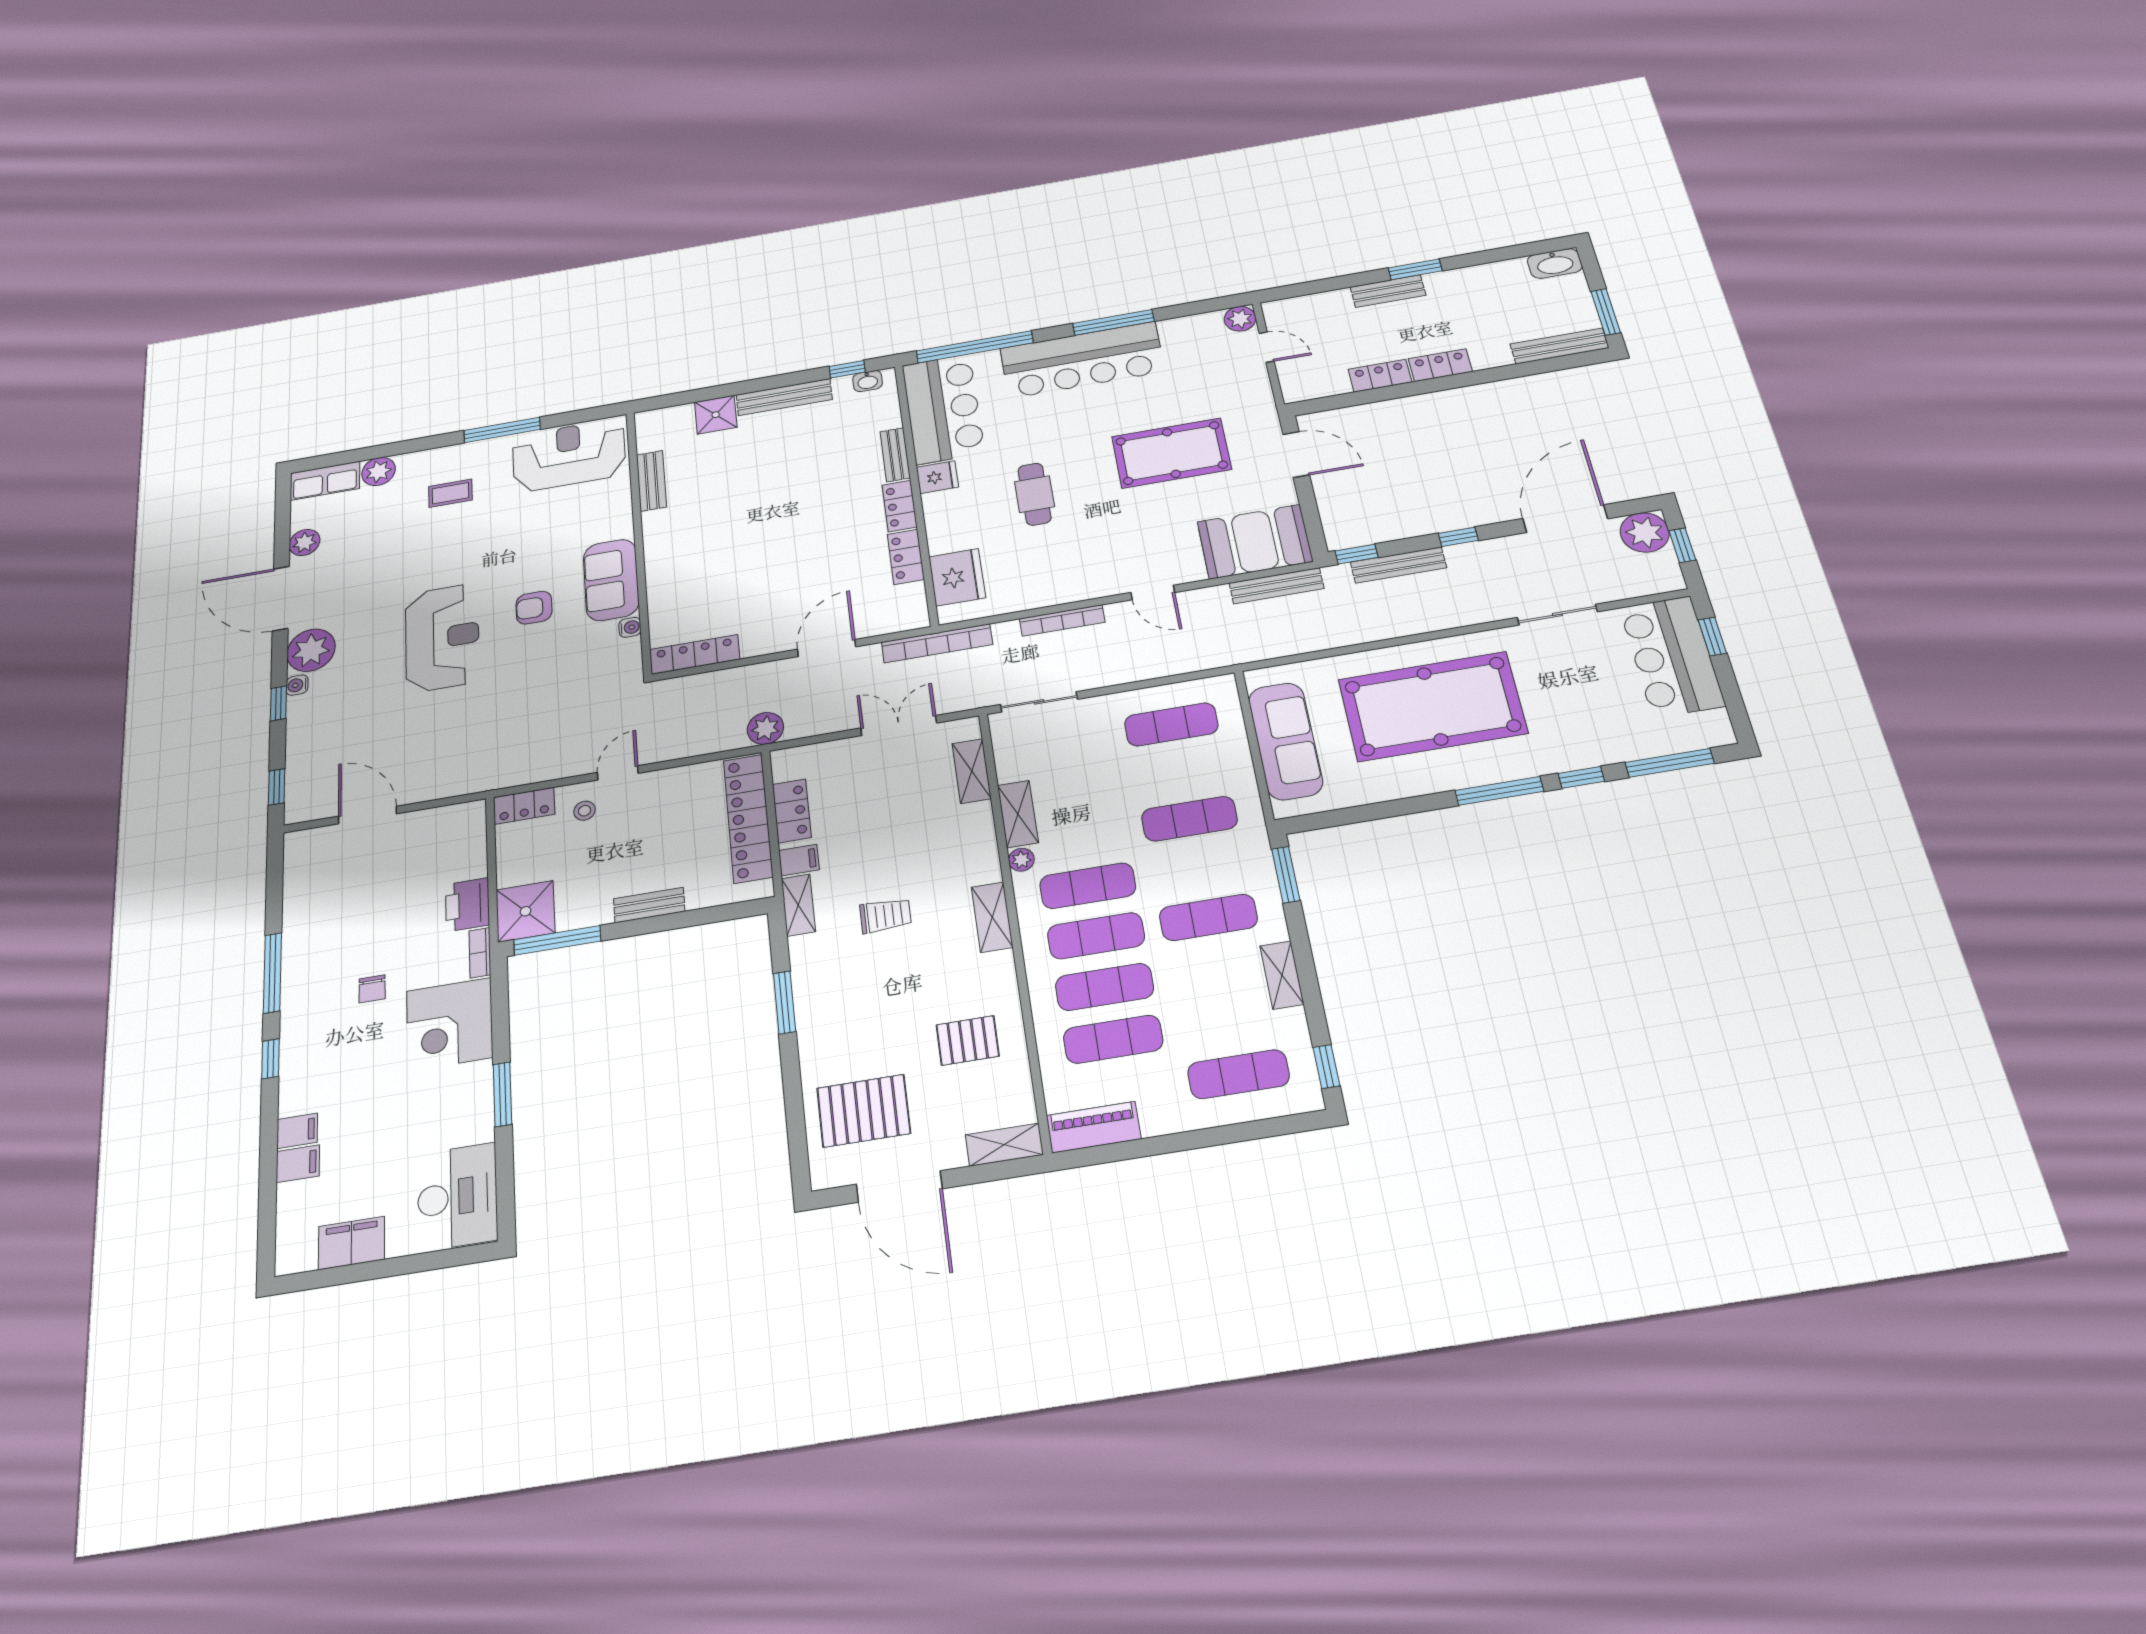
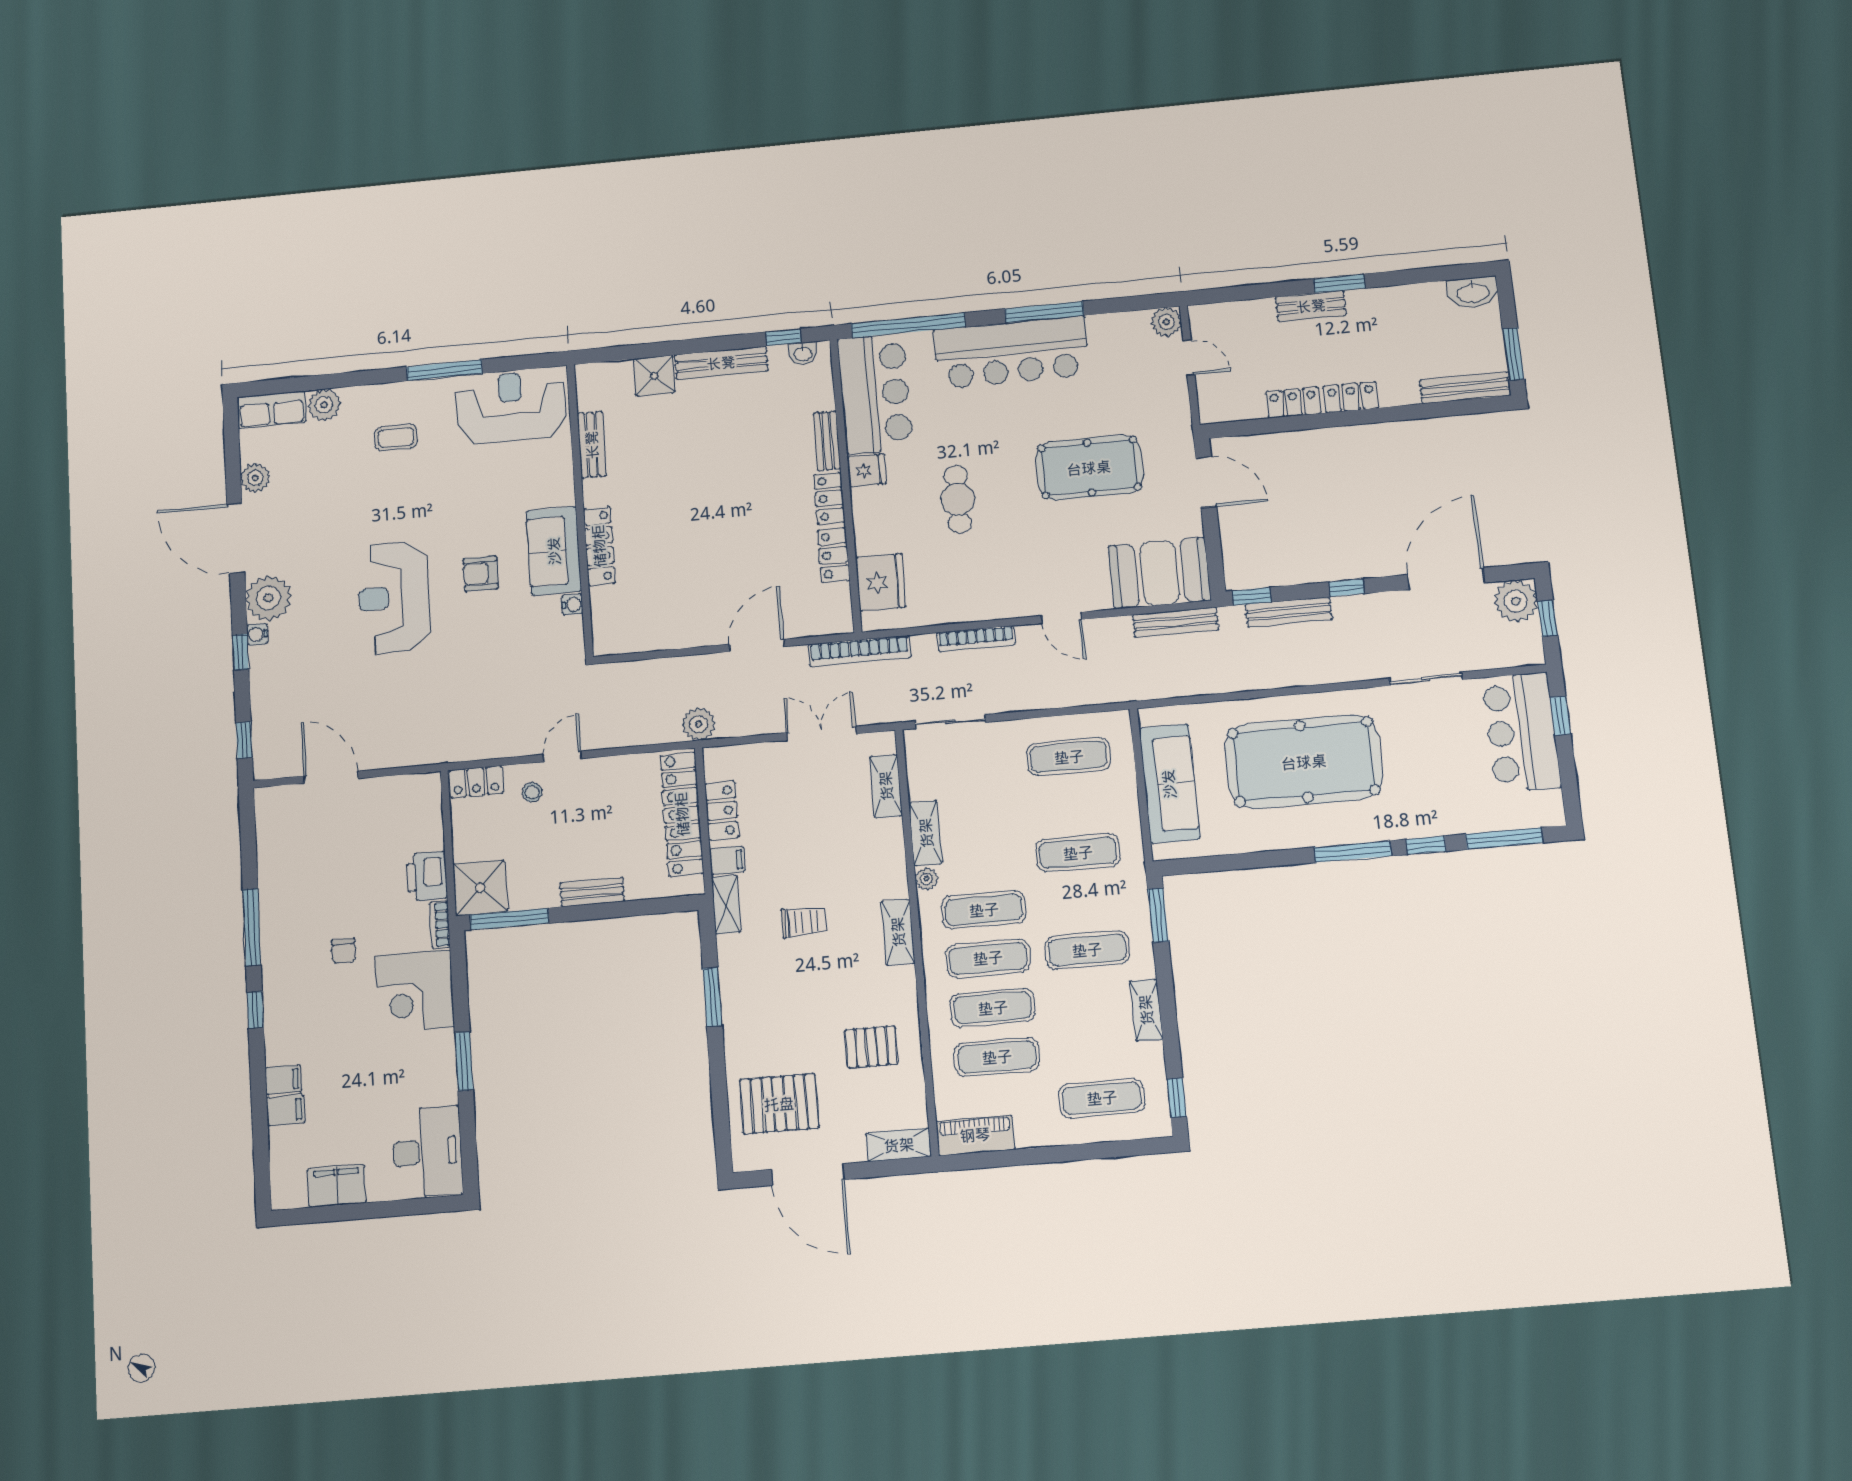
reception desk: (442, 638) -> (394, 597), turned 180
locker: (695, 654) -> (599, 546), moved, turned 90

